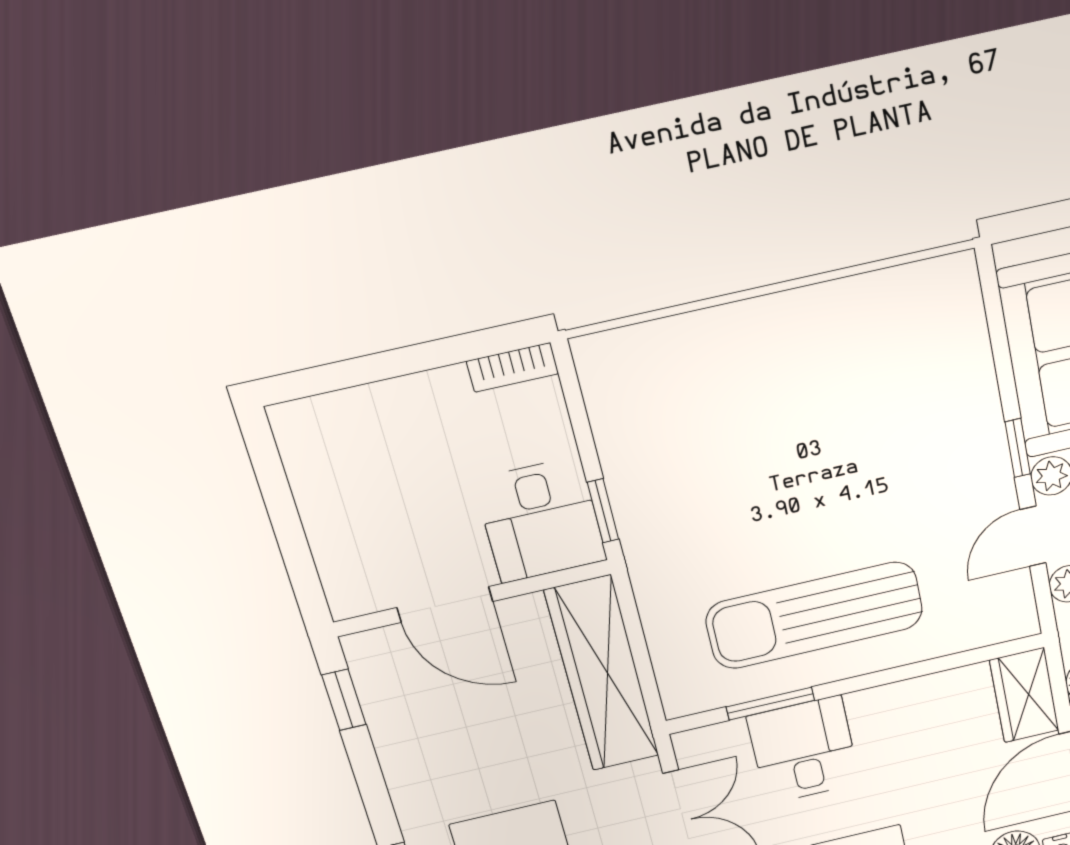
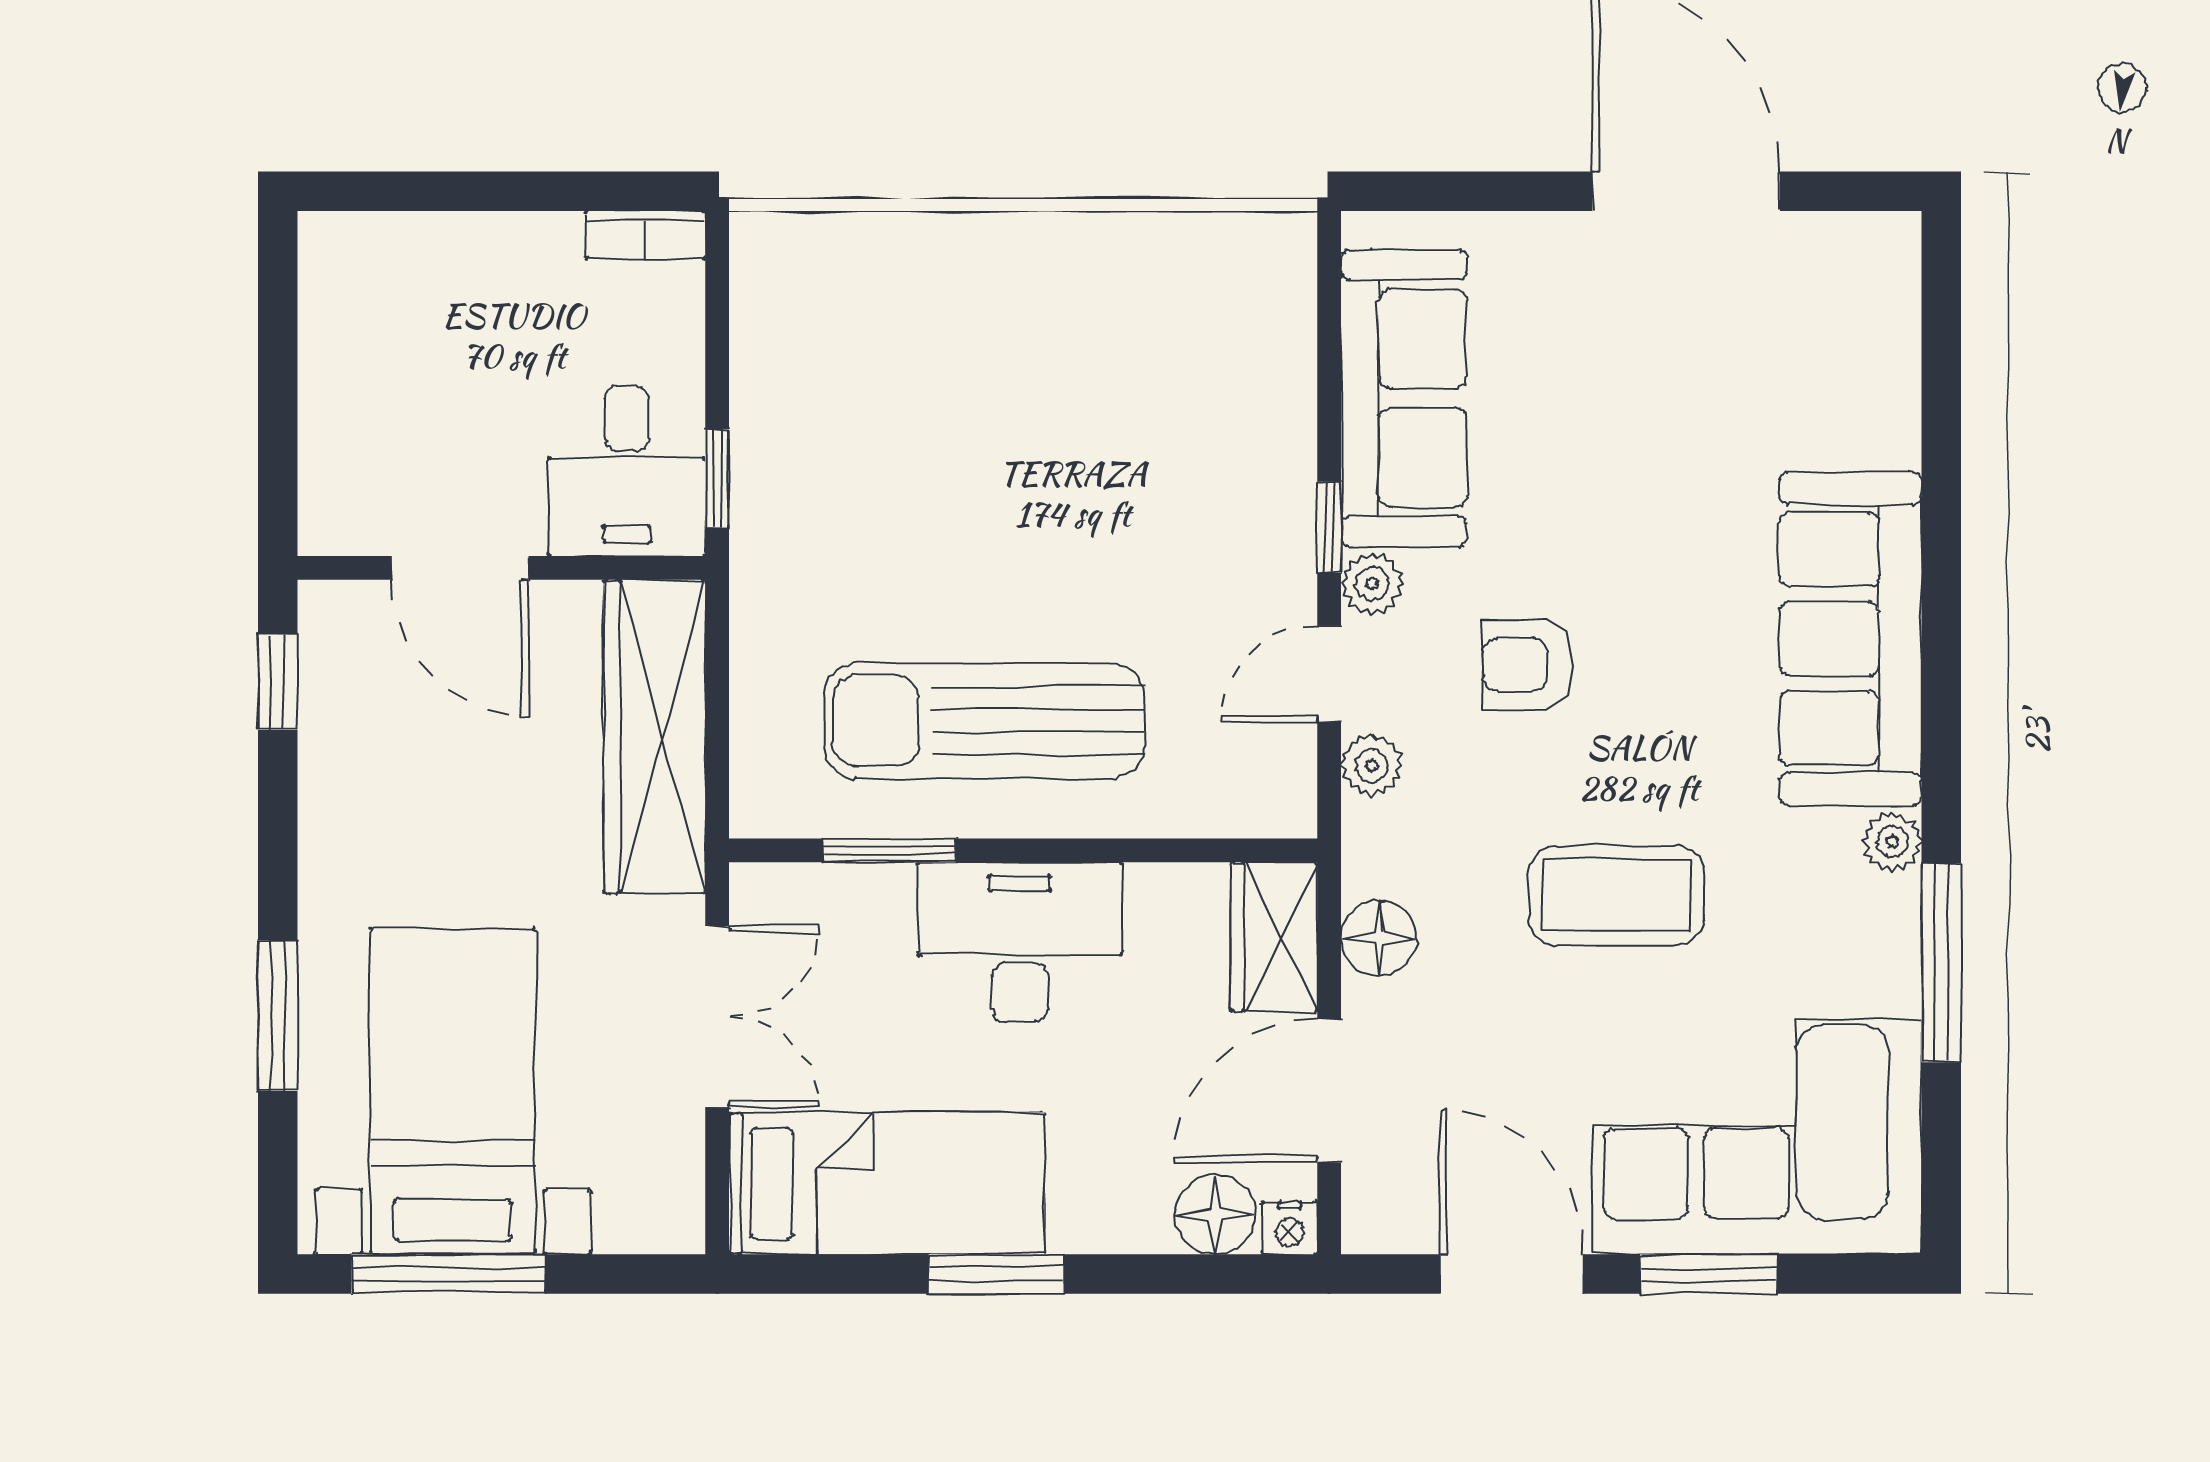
desk: (804, 750) -> (1020, 943), moved, width x1.37

